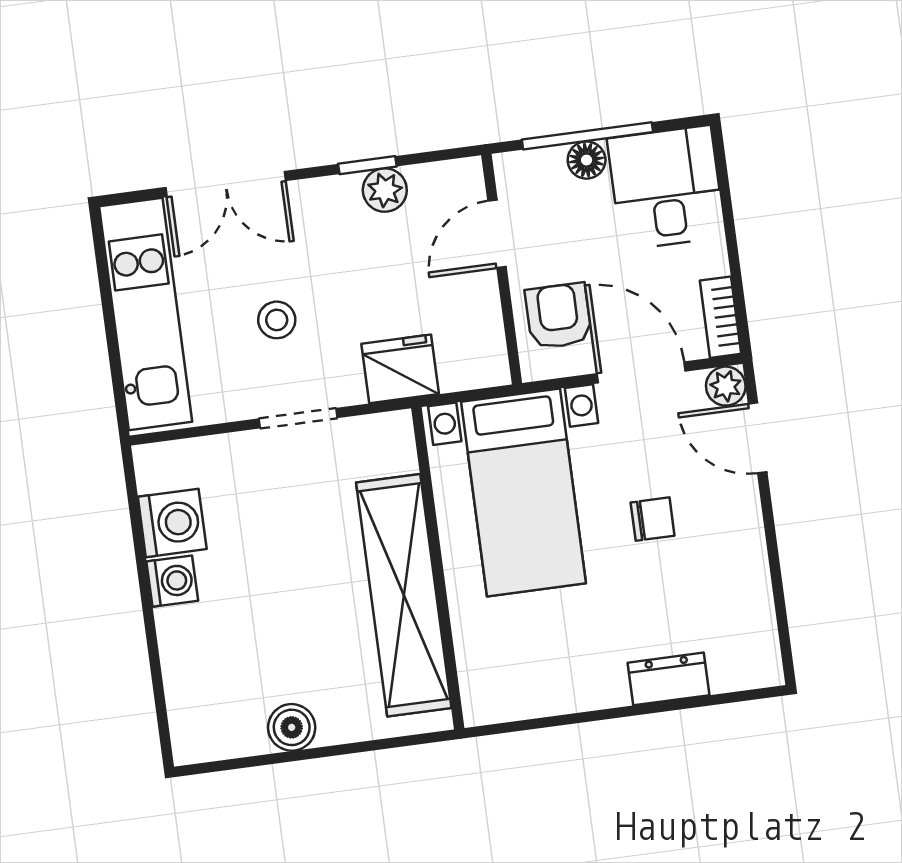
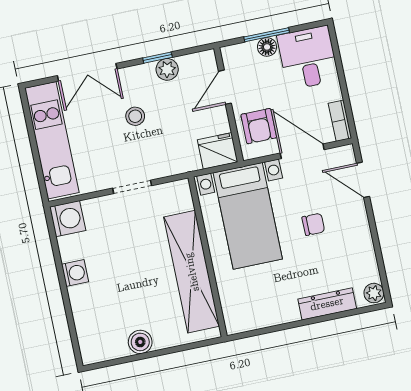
window: (587, 136) -> (267, 35), width x0.69
armchair: (558, 316) -> (259, 126), turned 180
stool: (277, 320) -> (135, 116), moved
fridge: (400, 369) -> (218, 151), moved
plant: (726, 386) -> (374, 293), moved
washing machine: (172, 523) -> (68, 219), moved
dresser: (668, 679) -> (327, 304), width x1.44

